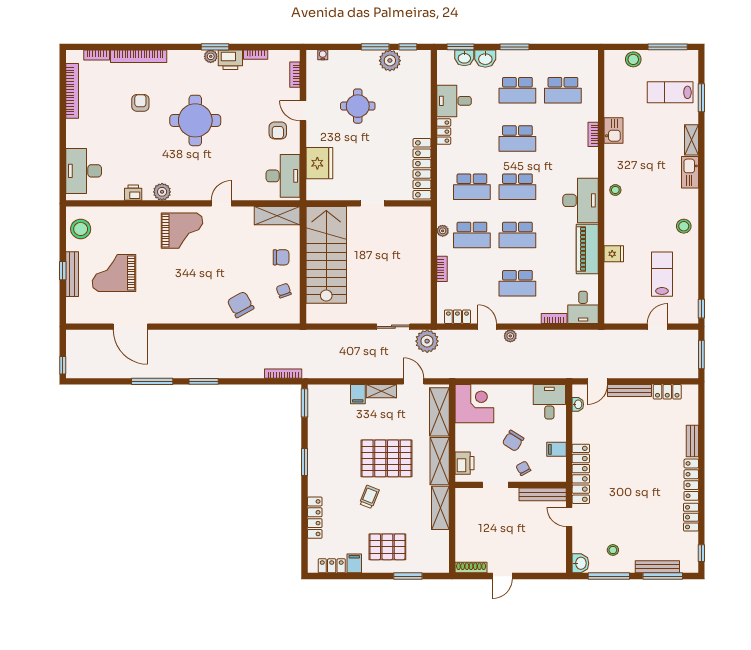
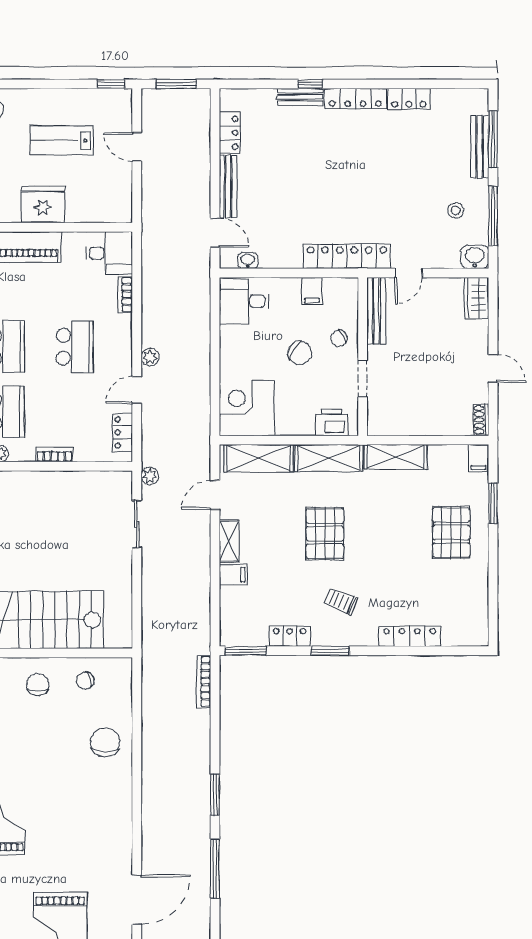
fridge: (614, 254) -> (43, 205), width x1.88, depth x1.34
chair: (241, 305) -> (105, 742), turned 123
plant: (427, 341) -> (150, 476), width x0.53, depth x0.53
pallet: (387, 458) -> (325, 534), width x0.73, depth x0.71
trolley: (369, 497) -> (341, 601), moved
window: (701, 553) -> (310, 84), moved
filing cabinet: (354, 563) -> (478, 458), moved, turned -90
wardrobe: (551, 565) -> (476, 298), added
locker: (332, 566) -> (290, 636), moved, turned 90
shoe rack: (471, 568) -> (481, 420), width x0.70

